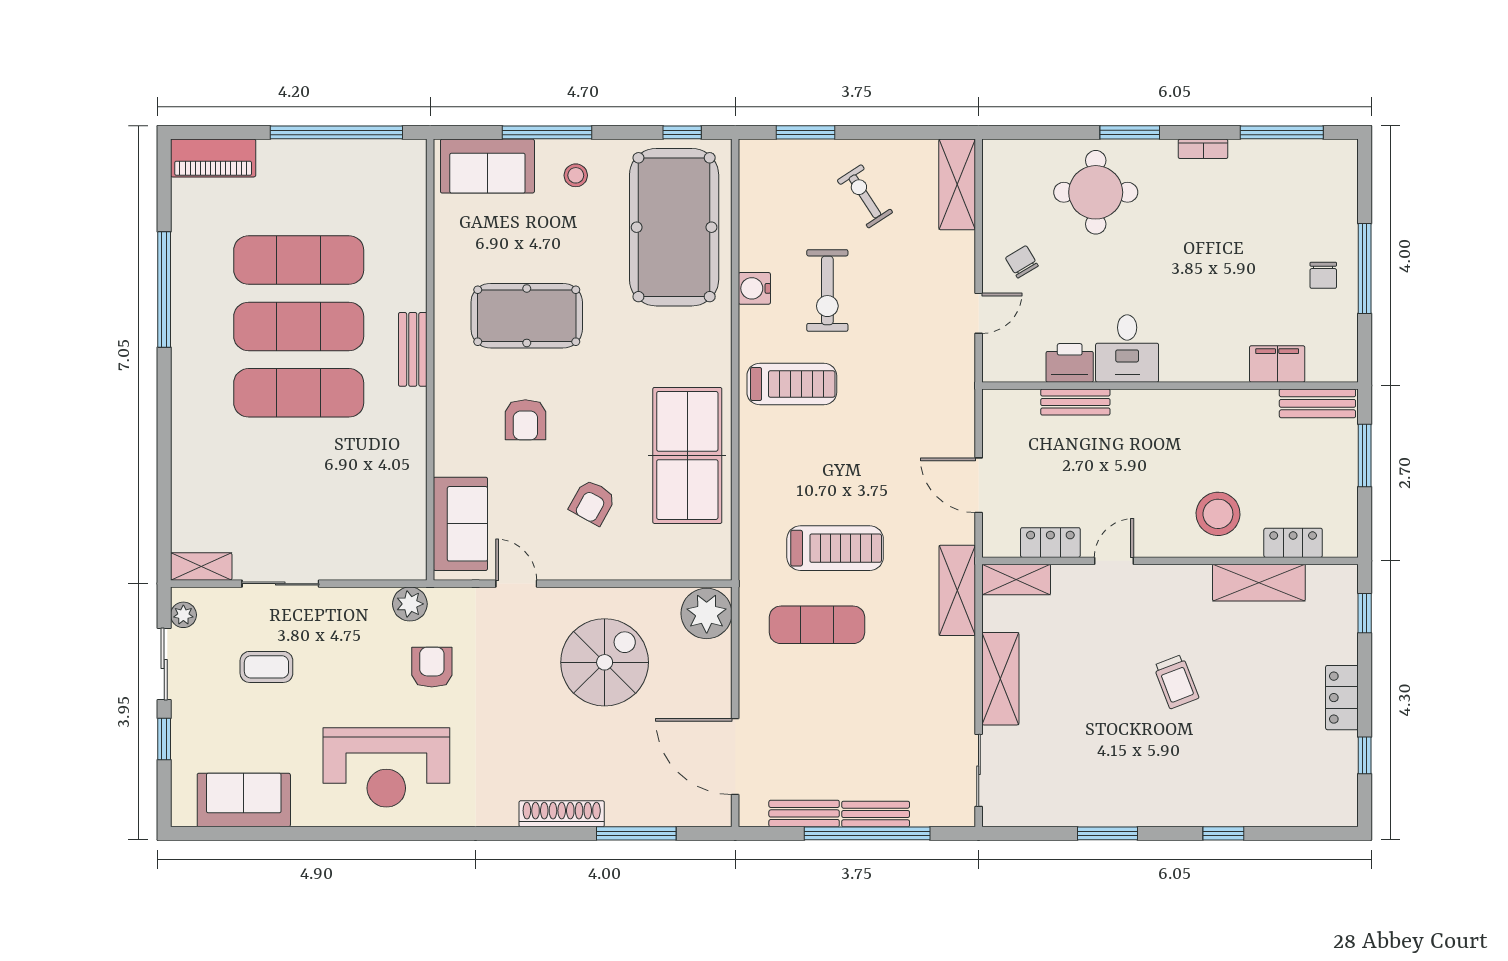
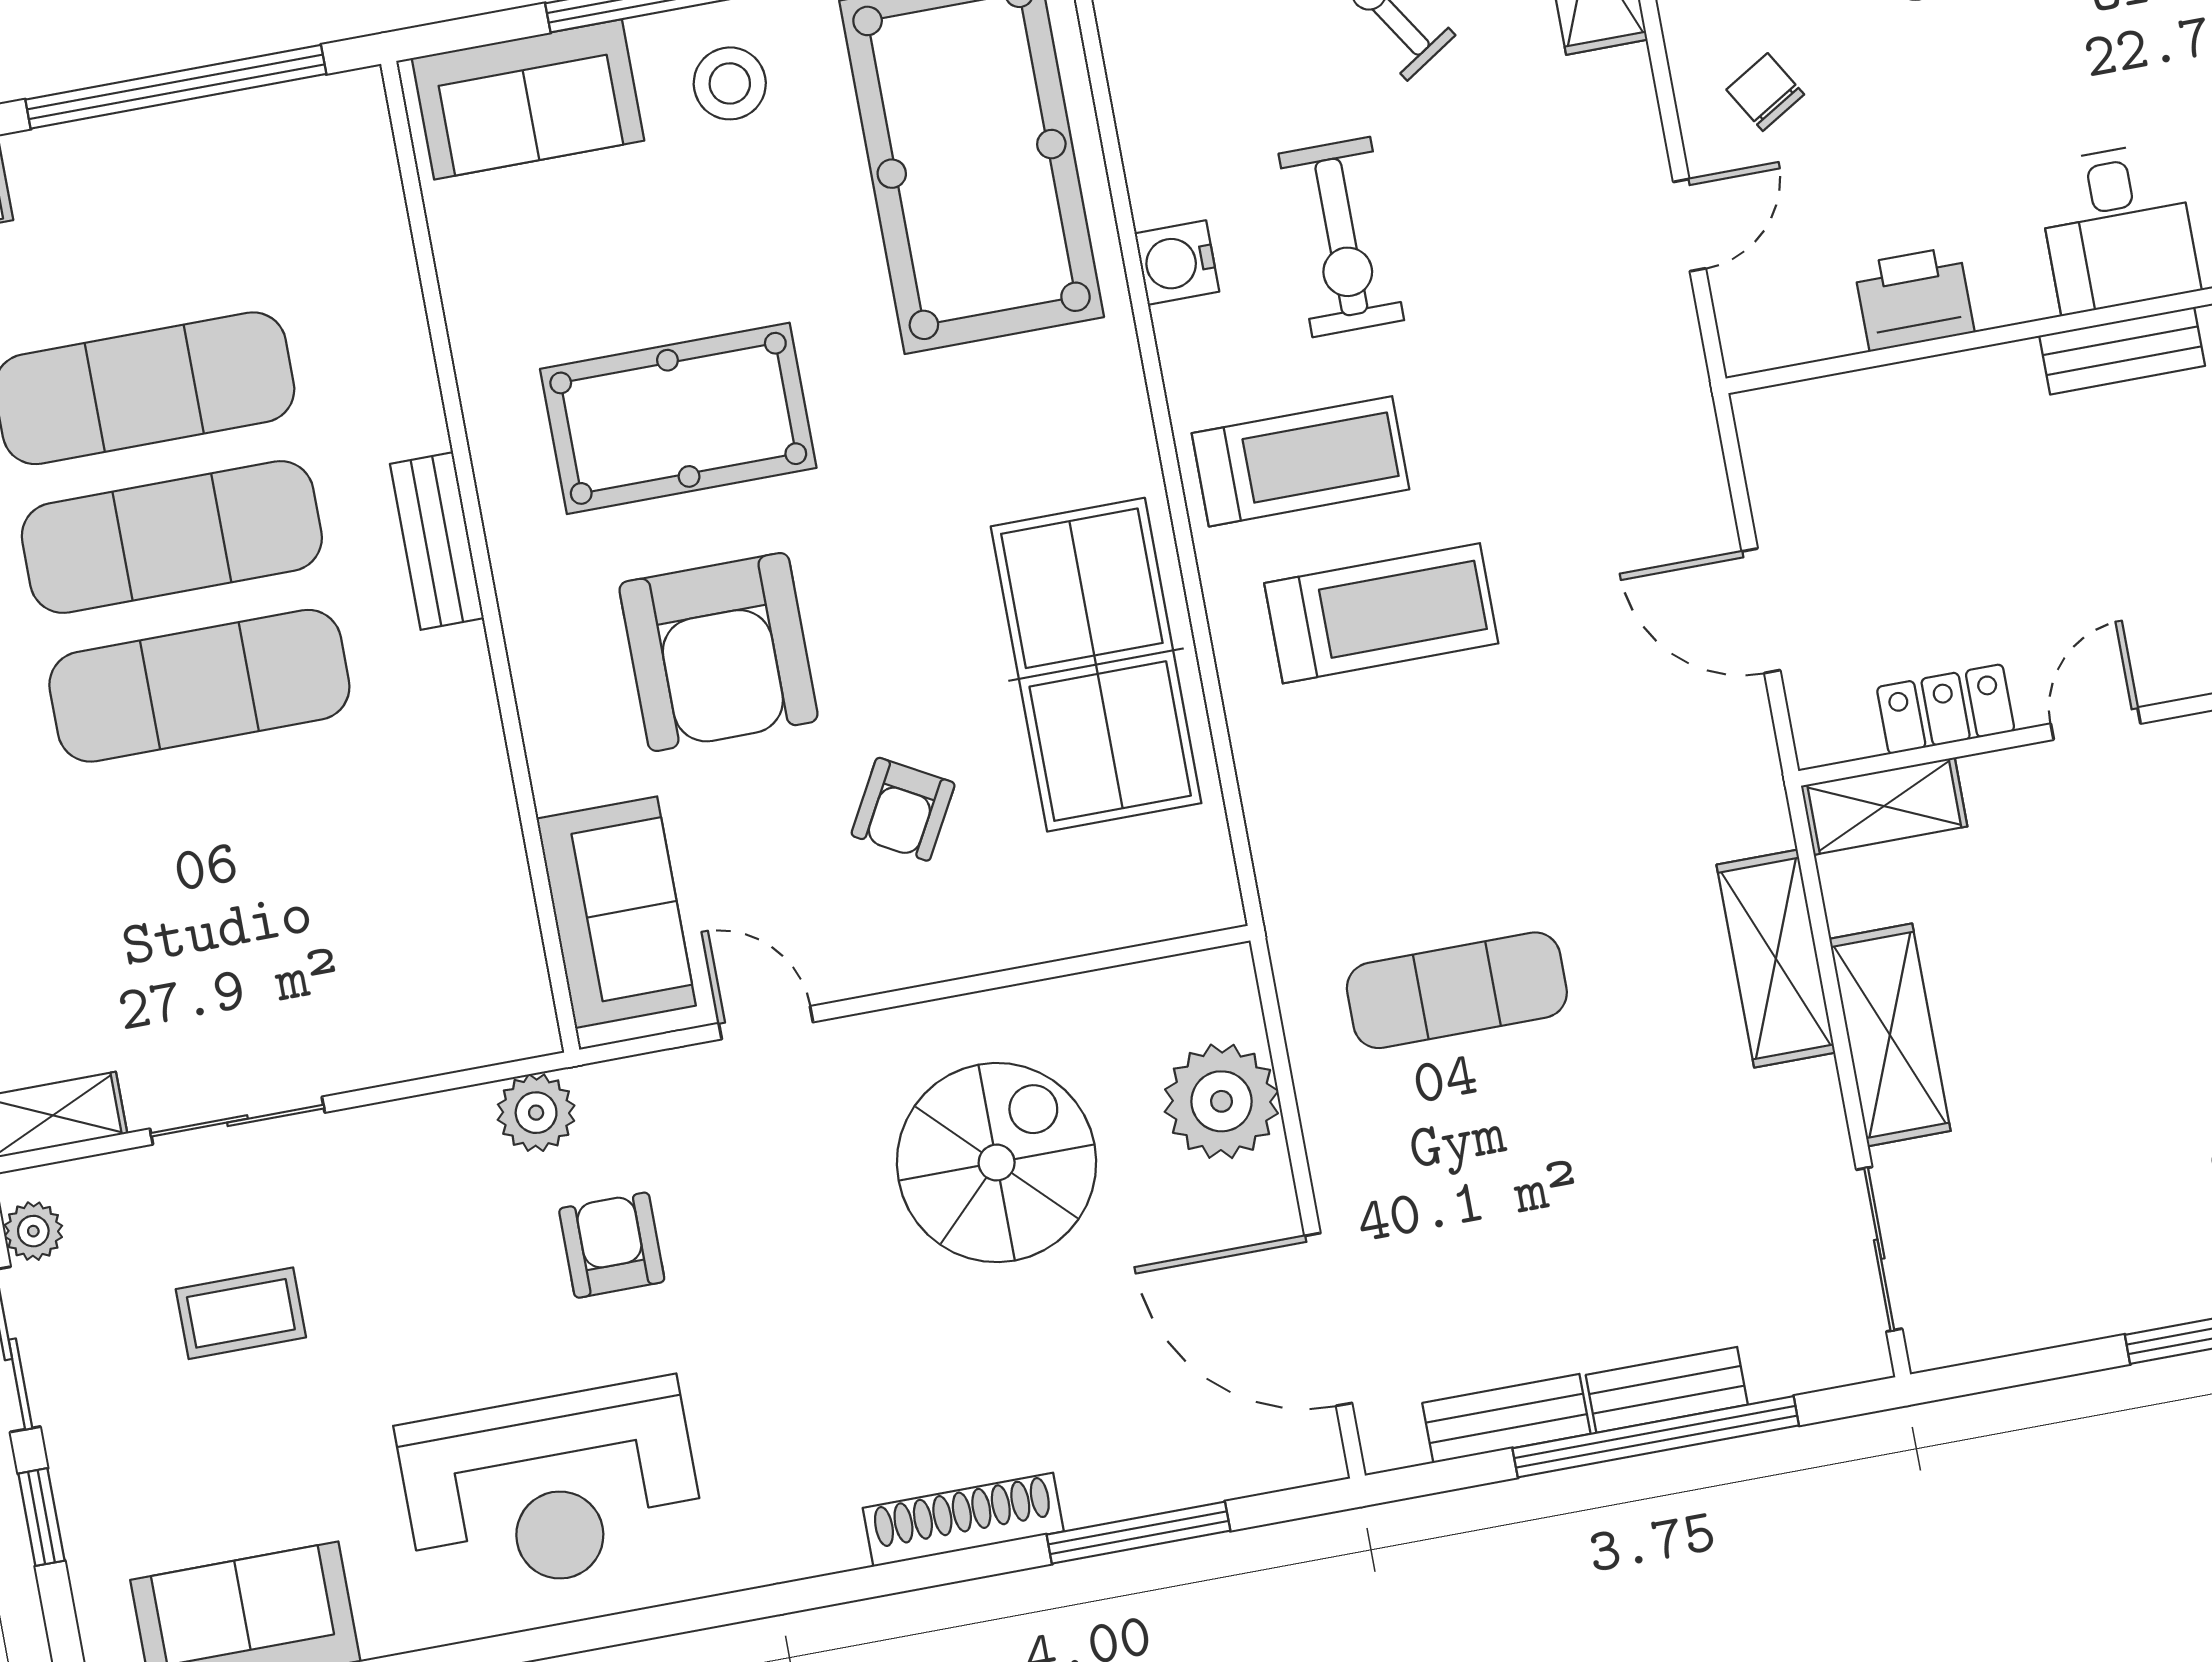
stool: (576, 175) -> (730, 83), width x1.37, depth x1.37
desk: (1127, 348) -> (2118, 228), moved
bench: (1075, 402) -> (2122, 351), moved
armchair: (525, 420) -> (719, 652), width x1.88, depth x1.88
treadmill: (835, 548) -> (1381, 613), moved
shelving: (957, 590) -> (1776, 959), moved
plant: (707, 613) -> (1221, 1101), moved

